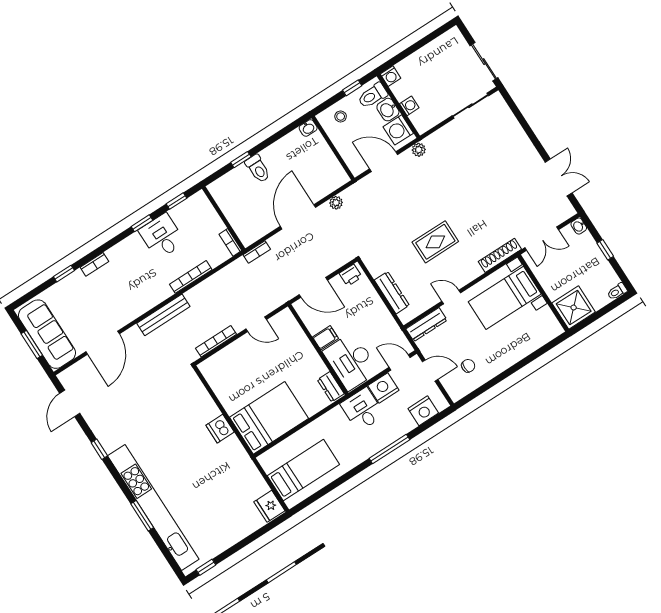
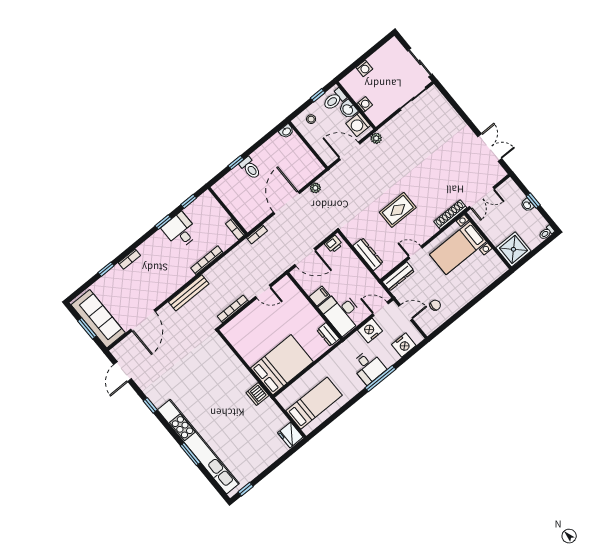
washing machine: (391, 76) -> (364, 68), moved
washbasin: (579, 226) -> (527, 205), moved
desk: (362, 410) -> (368, 367), moved, turned 180
dishwasher: (220, 429) -> (257, 394), moved

